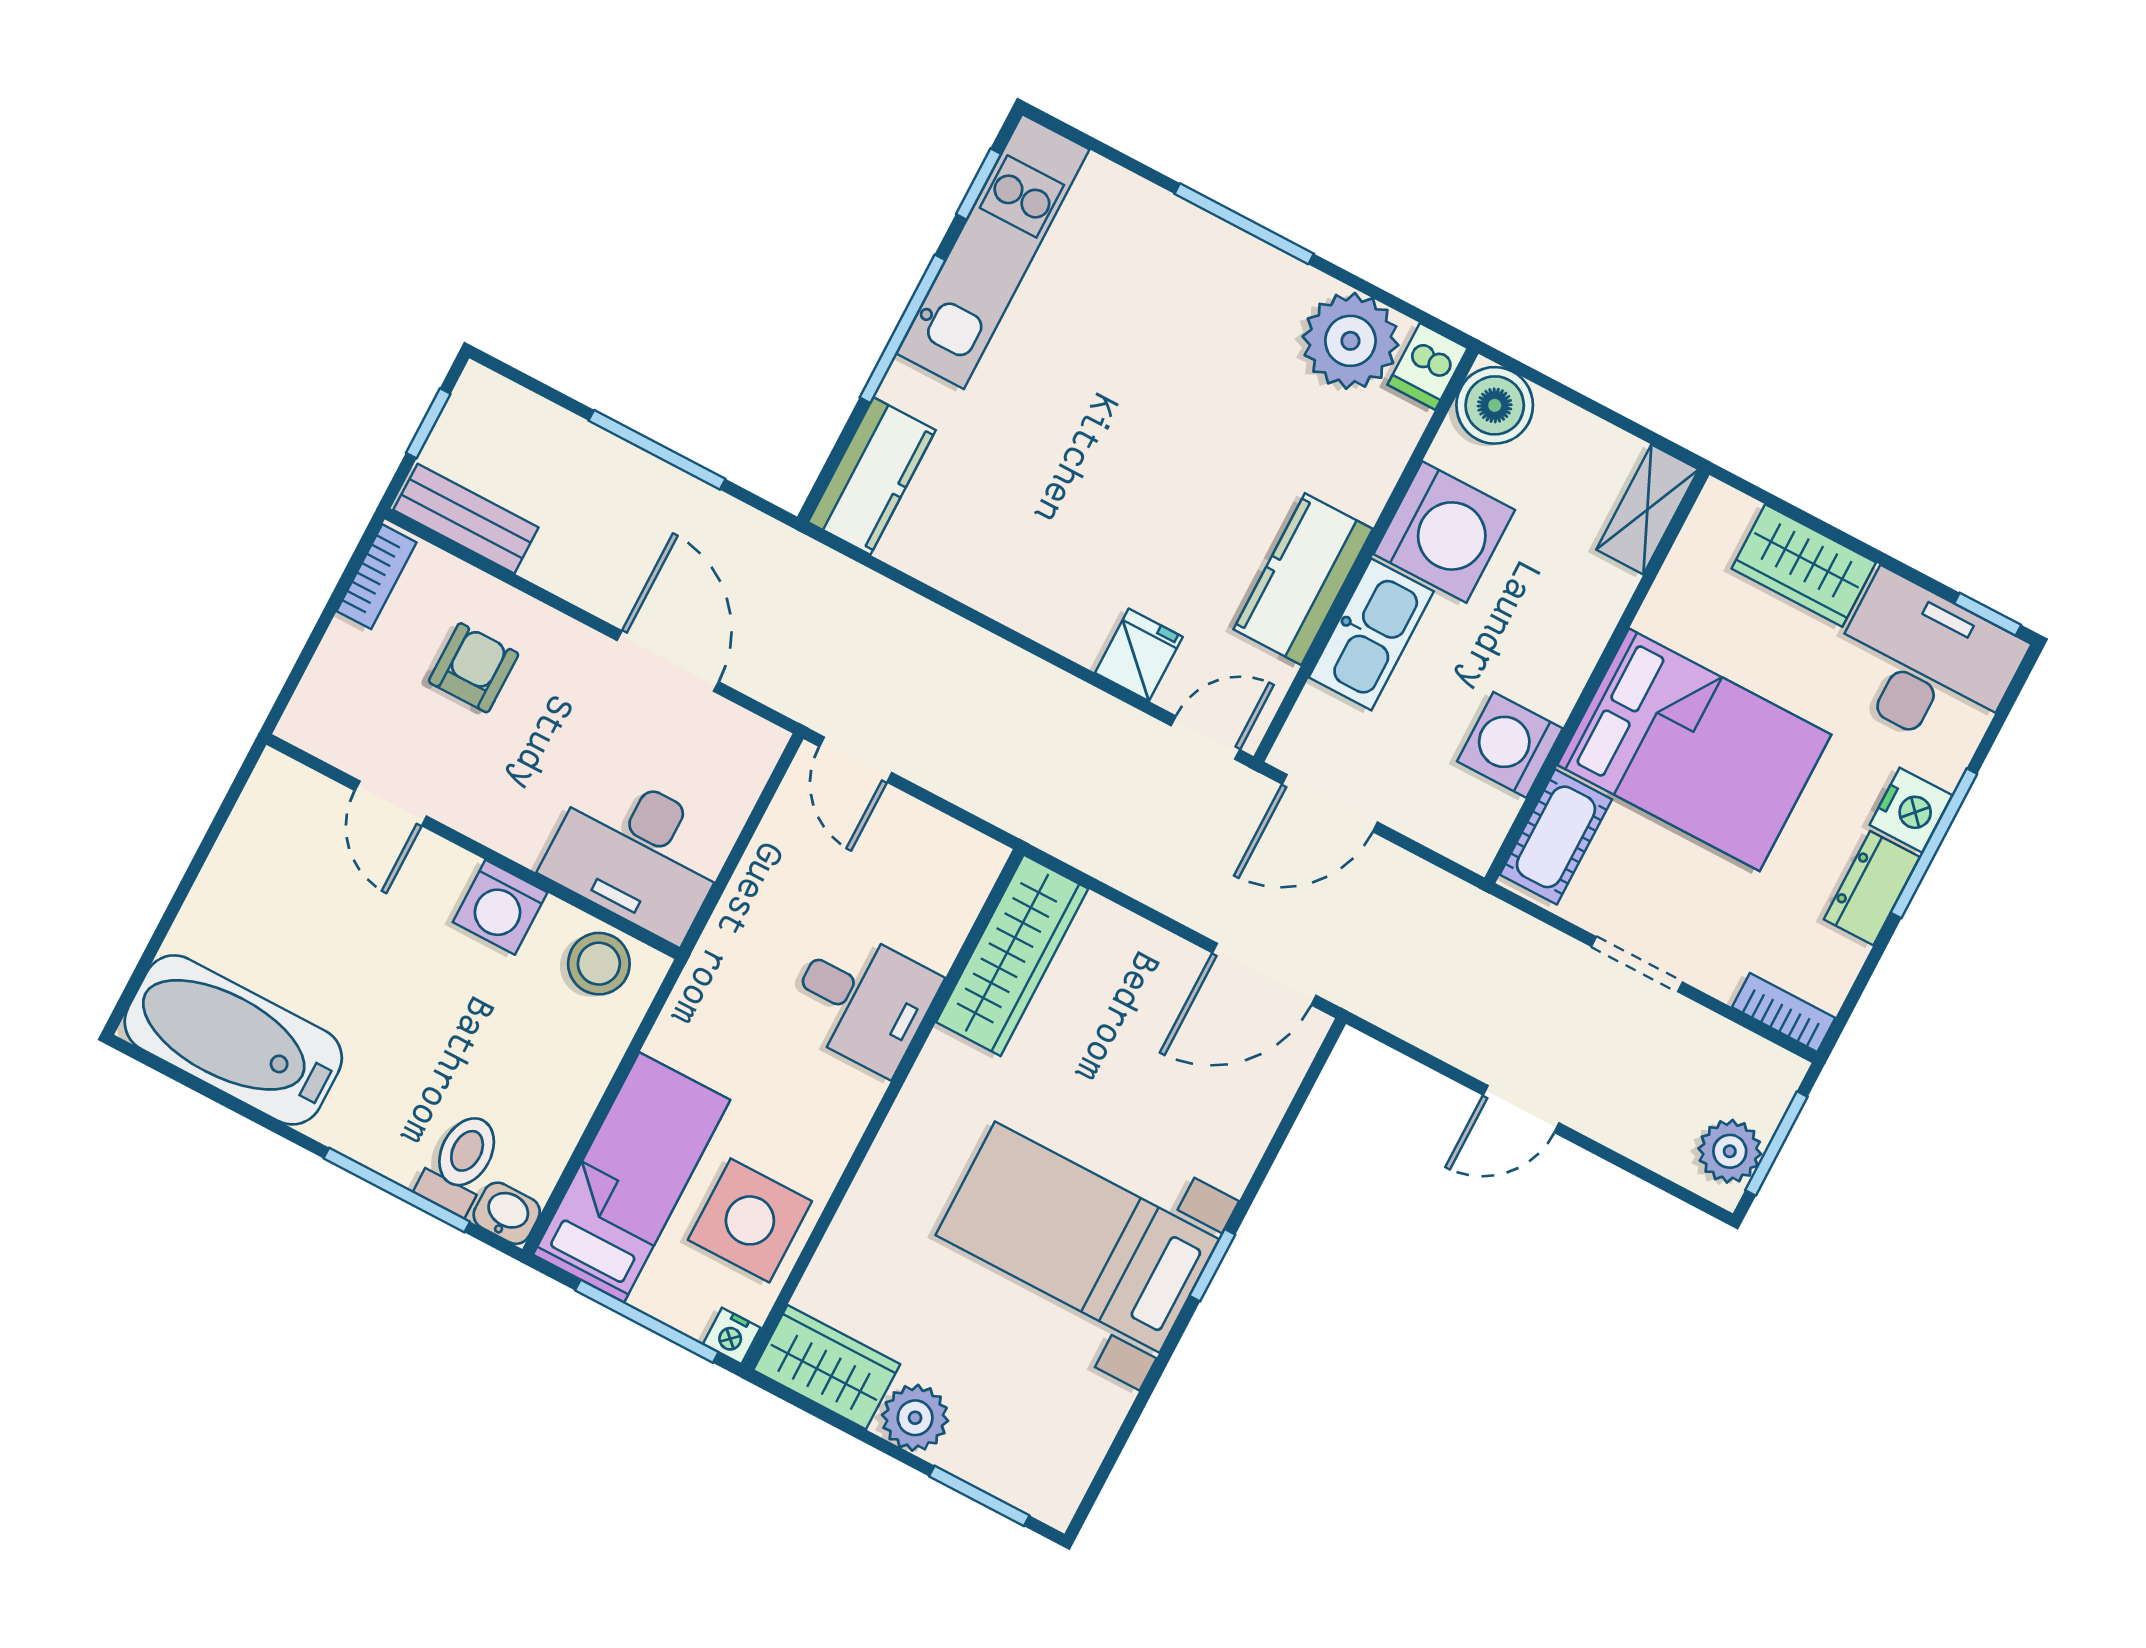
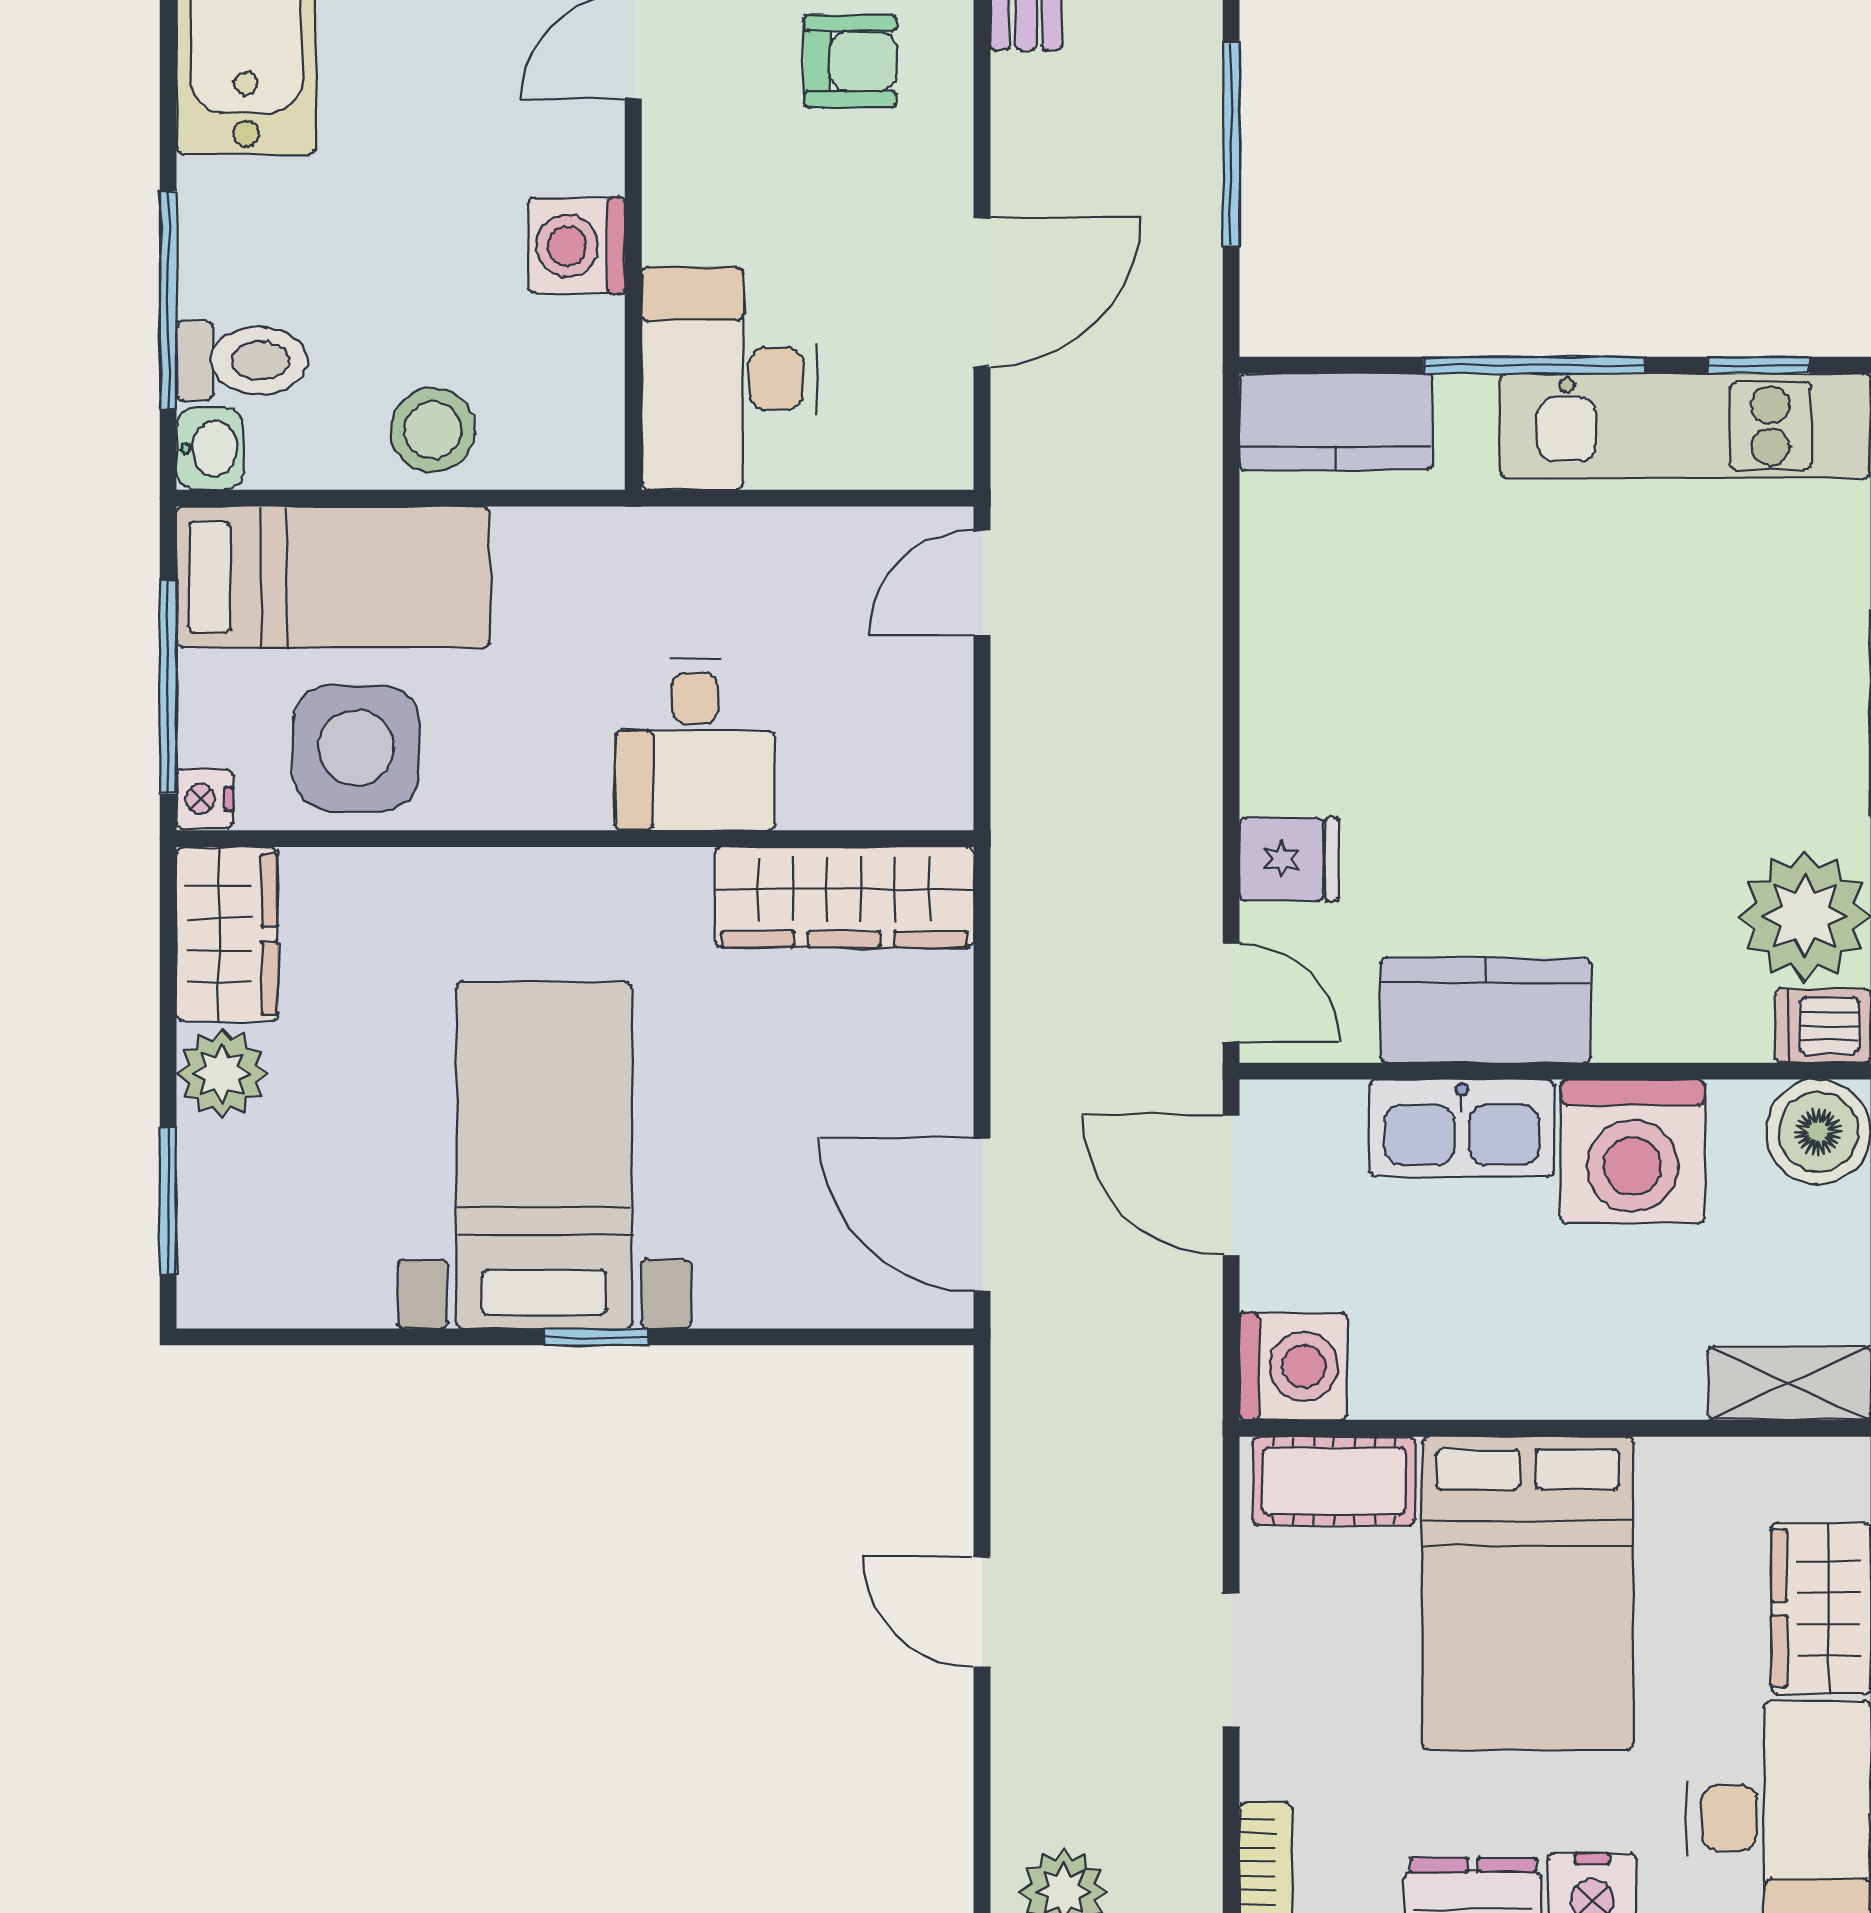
washing machine: (1510, 745) -> (1293, 1366), moved, turned 90
stool: (599, 964) -> (433, 430), moved

